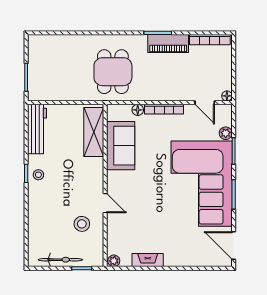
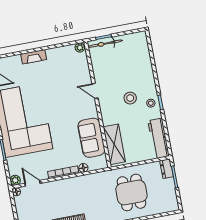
dining table: (113, 72) -> (131, 192), moved
dresser: (34, 89) -> (167, 169), added
plant: (226, 133) -> (15, 180), moved
stool: (82, 224) -> (130, 98), moved
bicycle: (60, 260) -> (105, 44), moved
fireplace: (148, 260) -> (34, 57), moved

